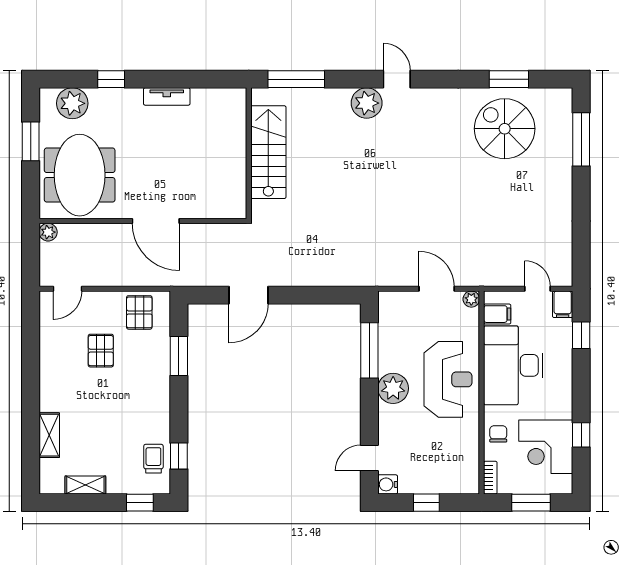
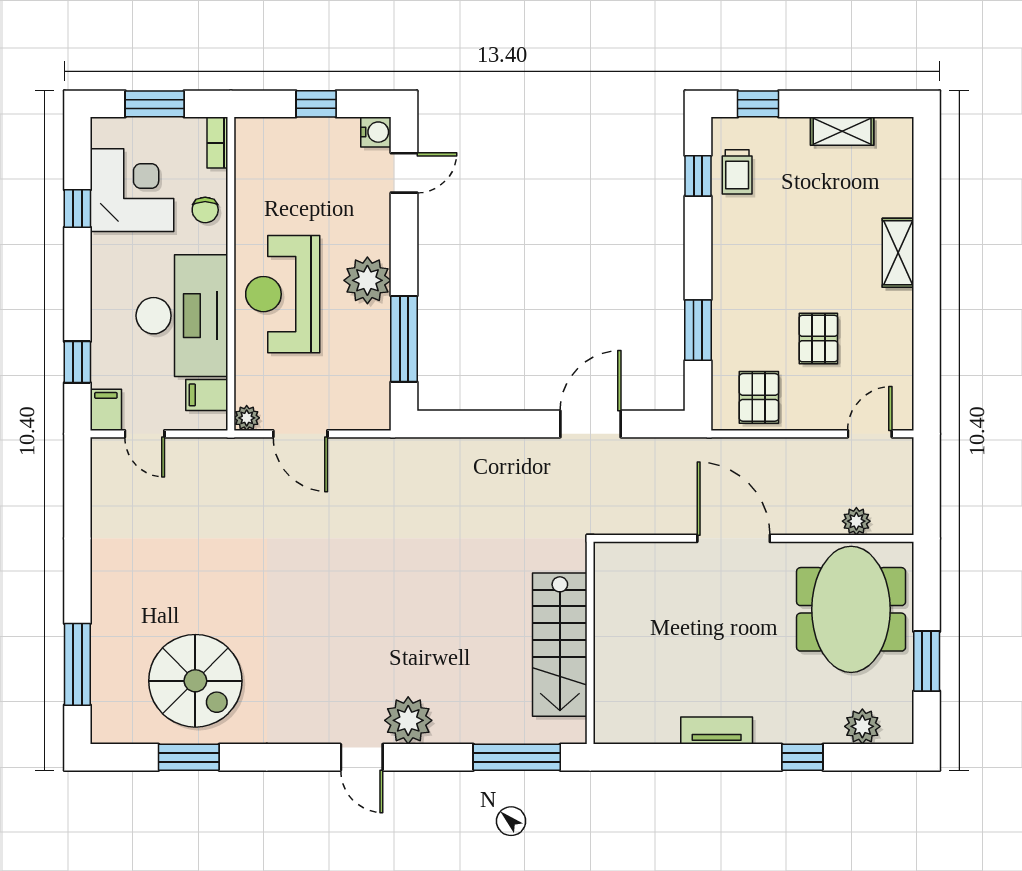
plant: (72, 103) -> (862, 726), width x0.73, depth x0.73
plant: (48, 232) -> (856, 521), moved
shelving: (49, 435) -> (898, 253), moved

